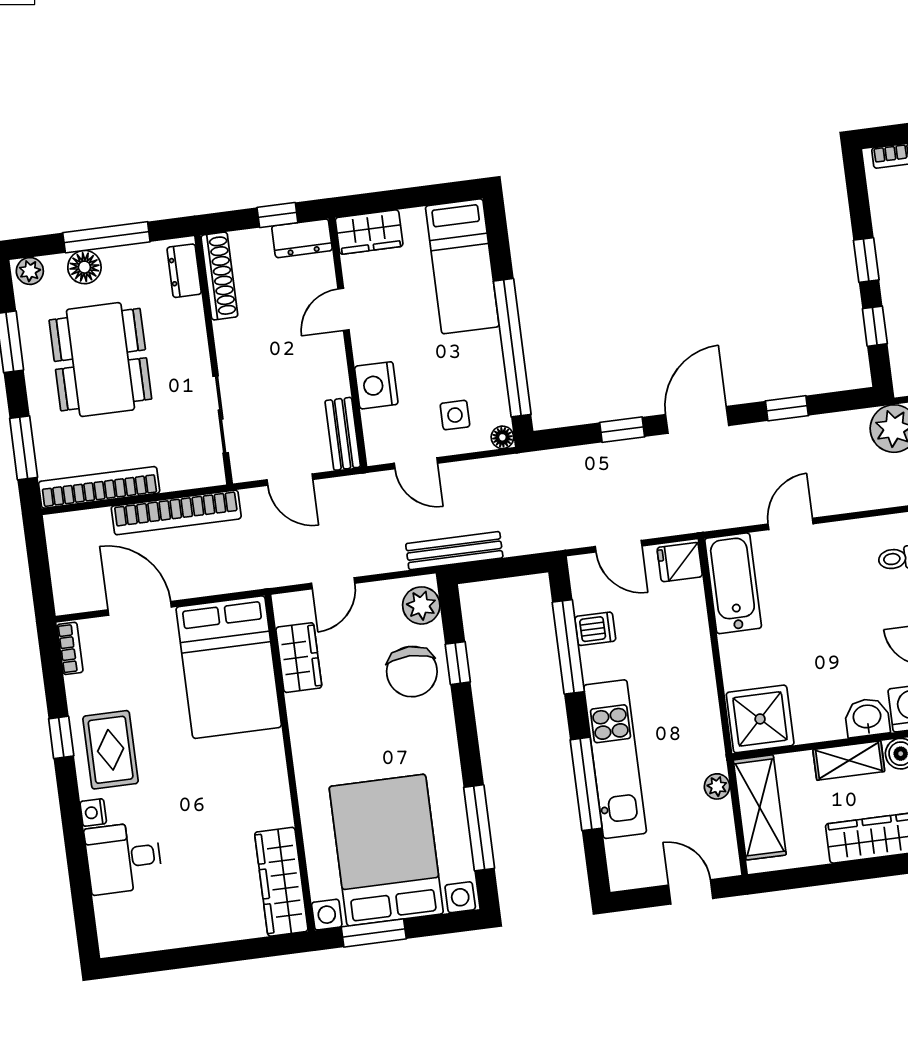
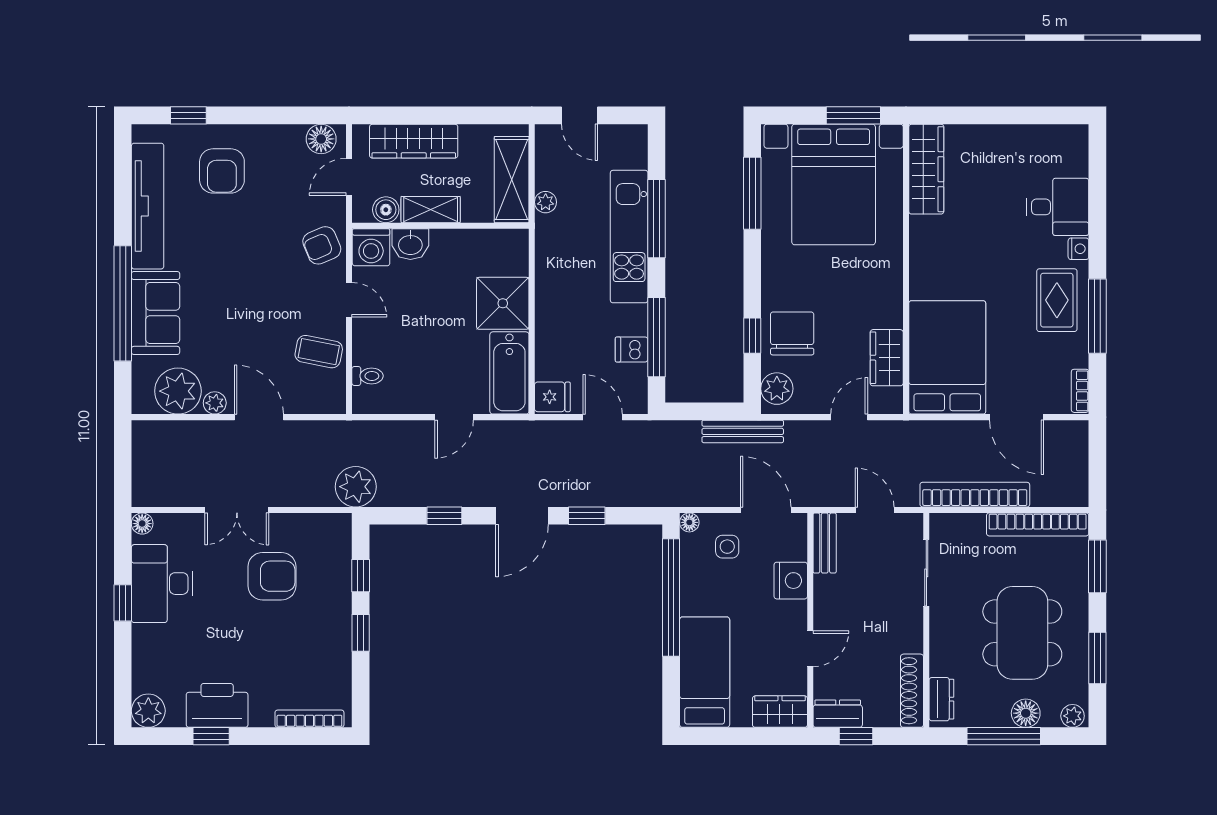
door: (416, 463) -> (766, 510), width x1.38
shower: (760, 719) -> (503, 303), moved
window: (61, 737) -> (1097, 316), width x2.17

